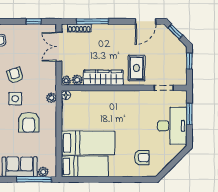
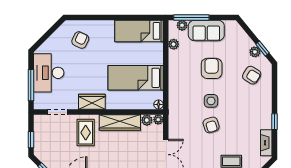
plant: (51, 98) -> (174, 44), moved
wardrobe: (130, 98) -> (92, 102), added
window: (189, 114) -> (31, 85), width x1.44
armchair: (29, 122) -> (212, 68), moved
bed: (88, 143) -> (136, 78), moved
armchair: (142, 158) -> (80, 40), turned 116

